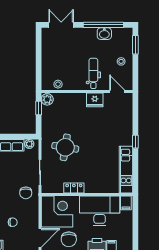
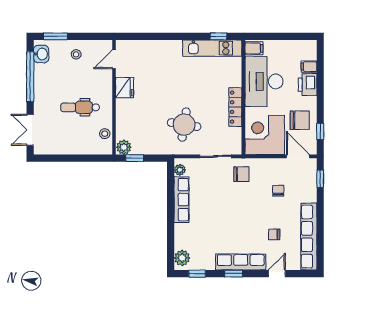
washbasin: (104, 34) -> (41, 54), moved
dental chair: (93, 73) -> (80, 107), moved
window: (135, 142) -> (218, 36), moved
locker: (74, 188) -> (235, 107), width x1.53

